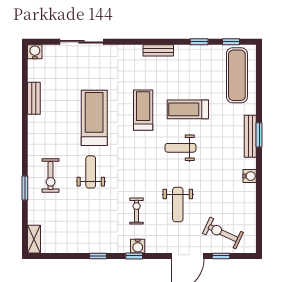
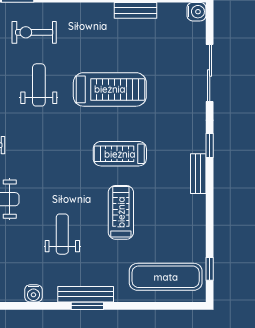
window: (199, 42) -> (210, 146), moved
treadmill: (143, 110) -> (120, 154), turned 180
weight bench: (180, 148) -> (62, 234), moved
weight bench: (91, 172) -> (39, 85), turned -90

